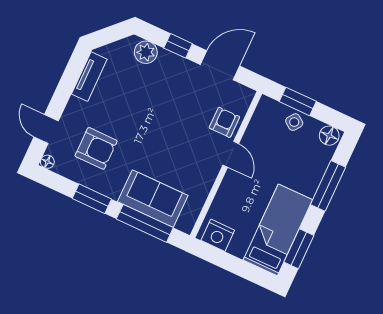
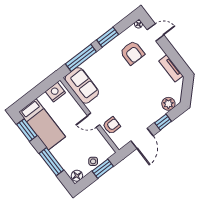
armchair: (224, 122) -> (112, 125), turned -90
armchair: (96, 148) -> (132, 53), turned -90
sofa: (153, 199) -> (82, 85), moved, turned -90

